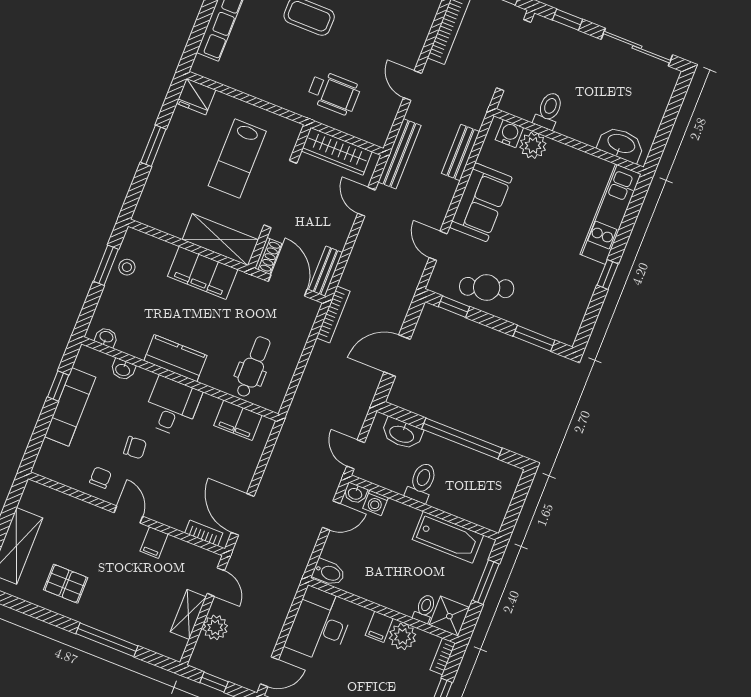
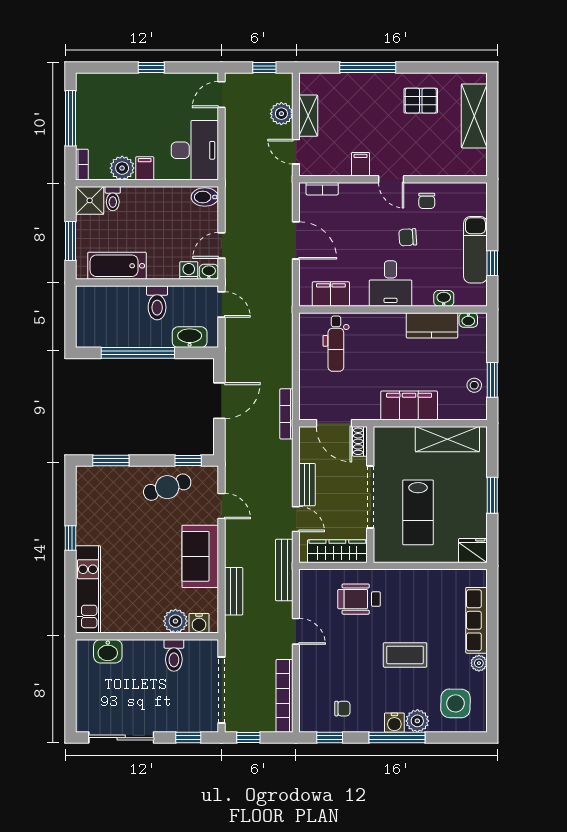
washbasin: (621, 144) -> (108, 651), width x0.72
lab bench: (237, 158) -> (418, 512), turned 180
shelving: (220, 240) -> (447, 439), moved
bench: (326, 271) -> (307, 485), moved
kitchen counter: (175, 358) -> (432, 325), moved
door: (243, 514) -> (296, 240), moved

